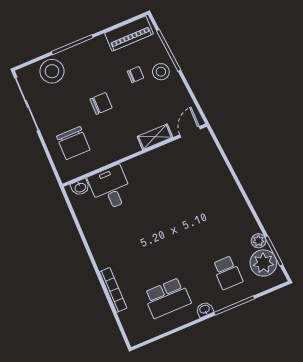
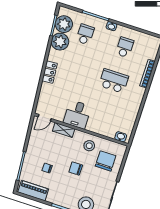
stool: (161, 72) -> (89, 146), moved
desk: (110, 188) -> (77, 114), moved
locker: (231, 191) -> (50, 72), added
plant: (259, 241) -> (60, 42), width x1.88, depth x1.88
school desk: (146, 247) -> (114, 81), added
school desk: (167, 298) -> (125, 47), width x0.54

